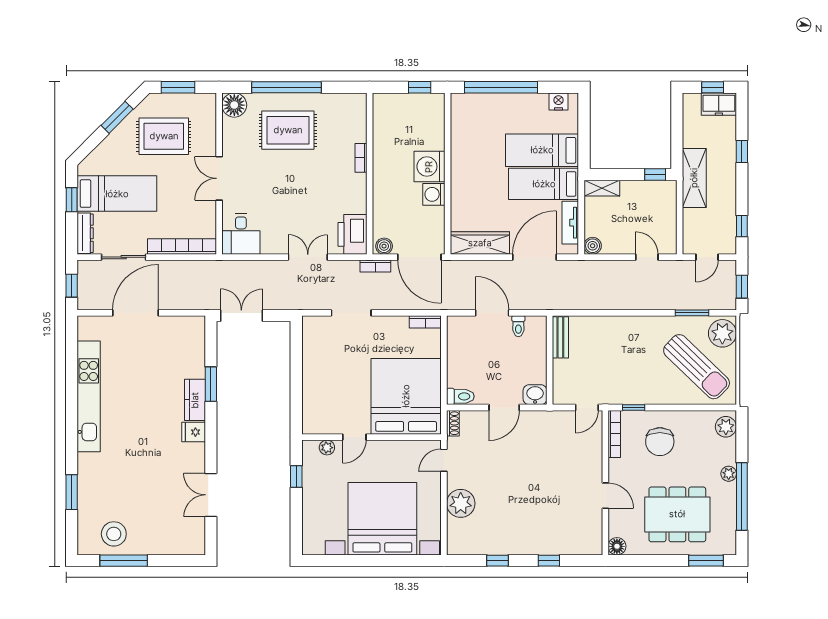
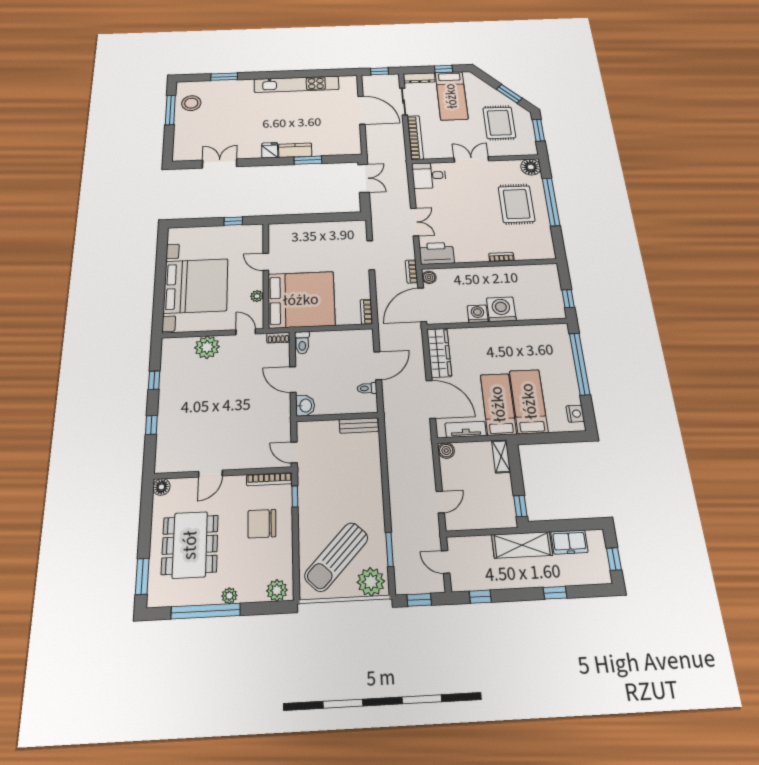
freezer: (719, 104) -> (569, 542), moved, turned -90
plant: (327, 448) -> (257, 296), moved

